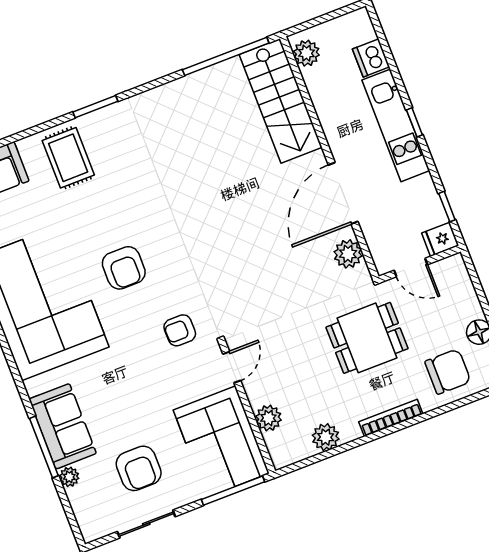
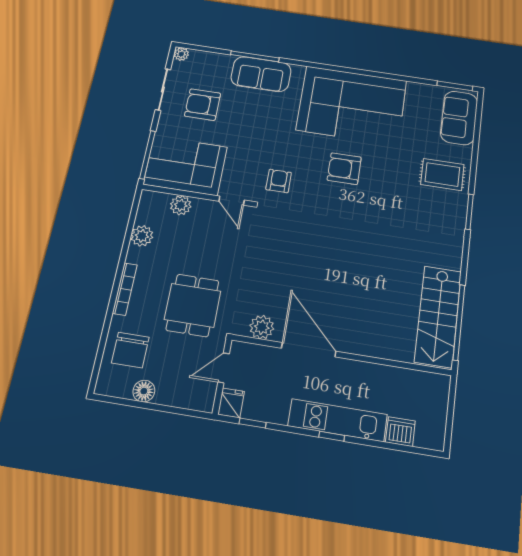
plant: (306, 53) -> (430, 384), removed
stairs: (281, 101) -> (438, 316), moved, turned -90
plant: (69, 477) -> (181, 54), moved

